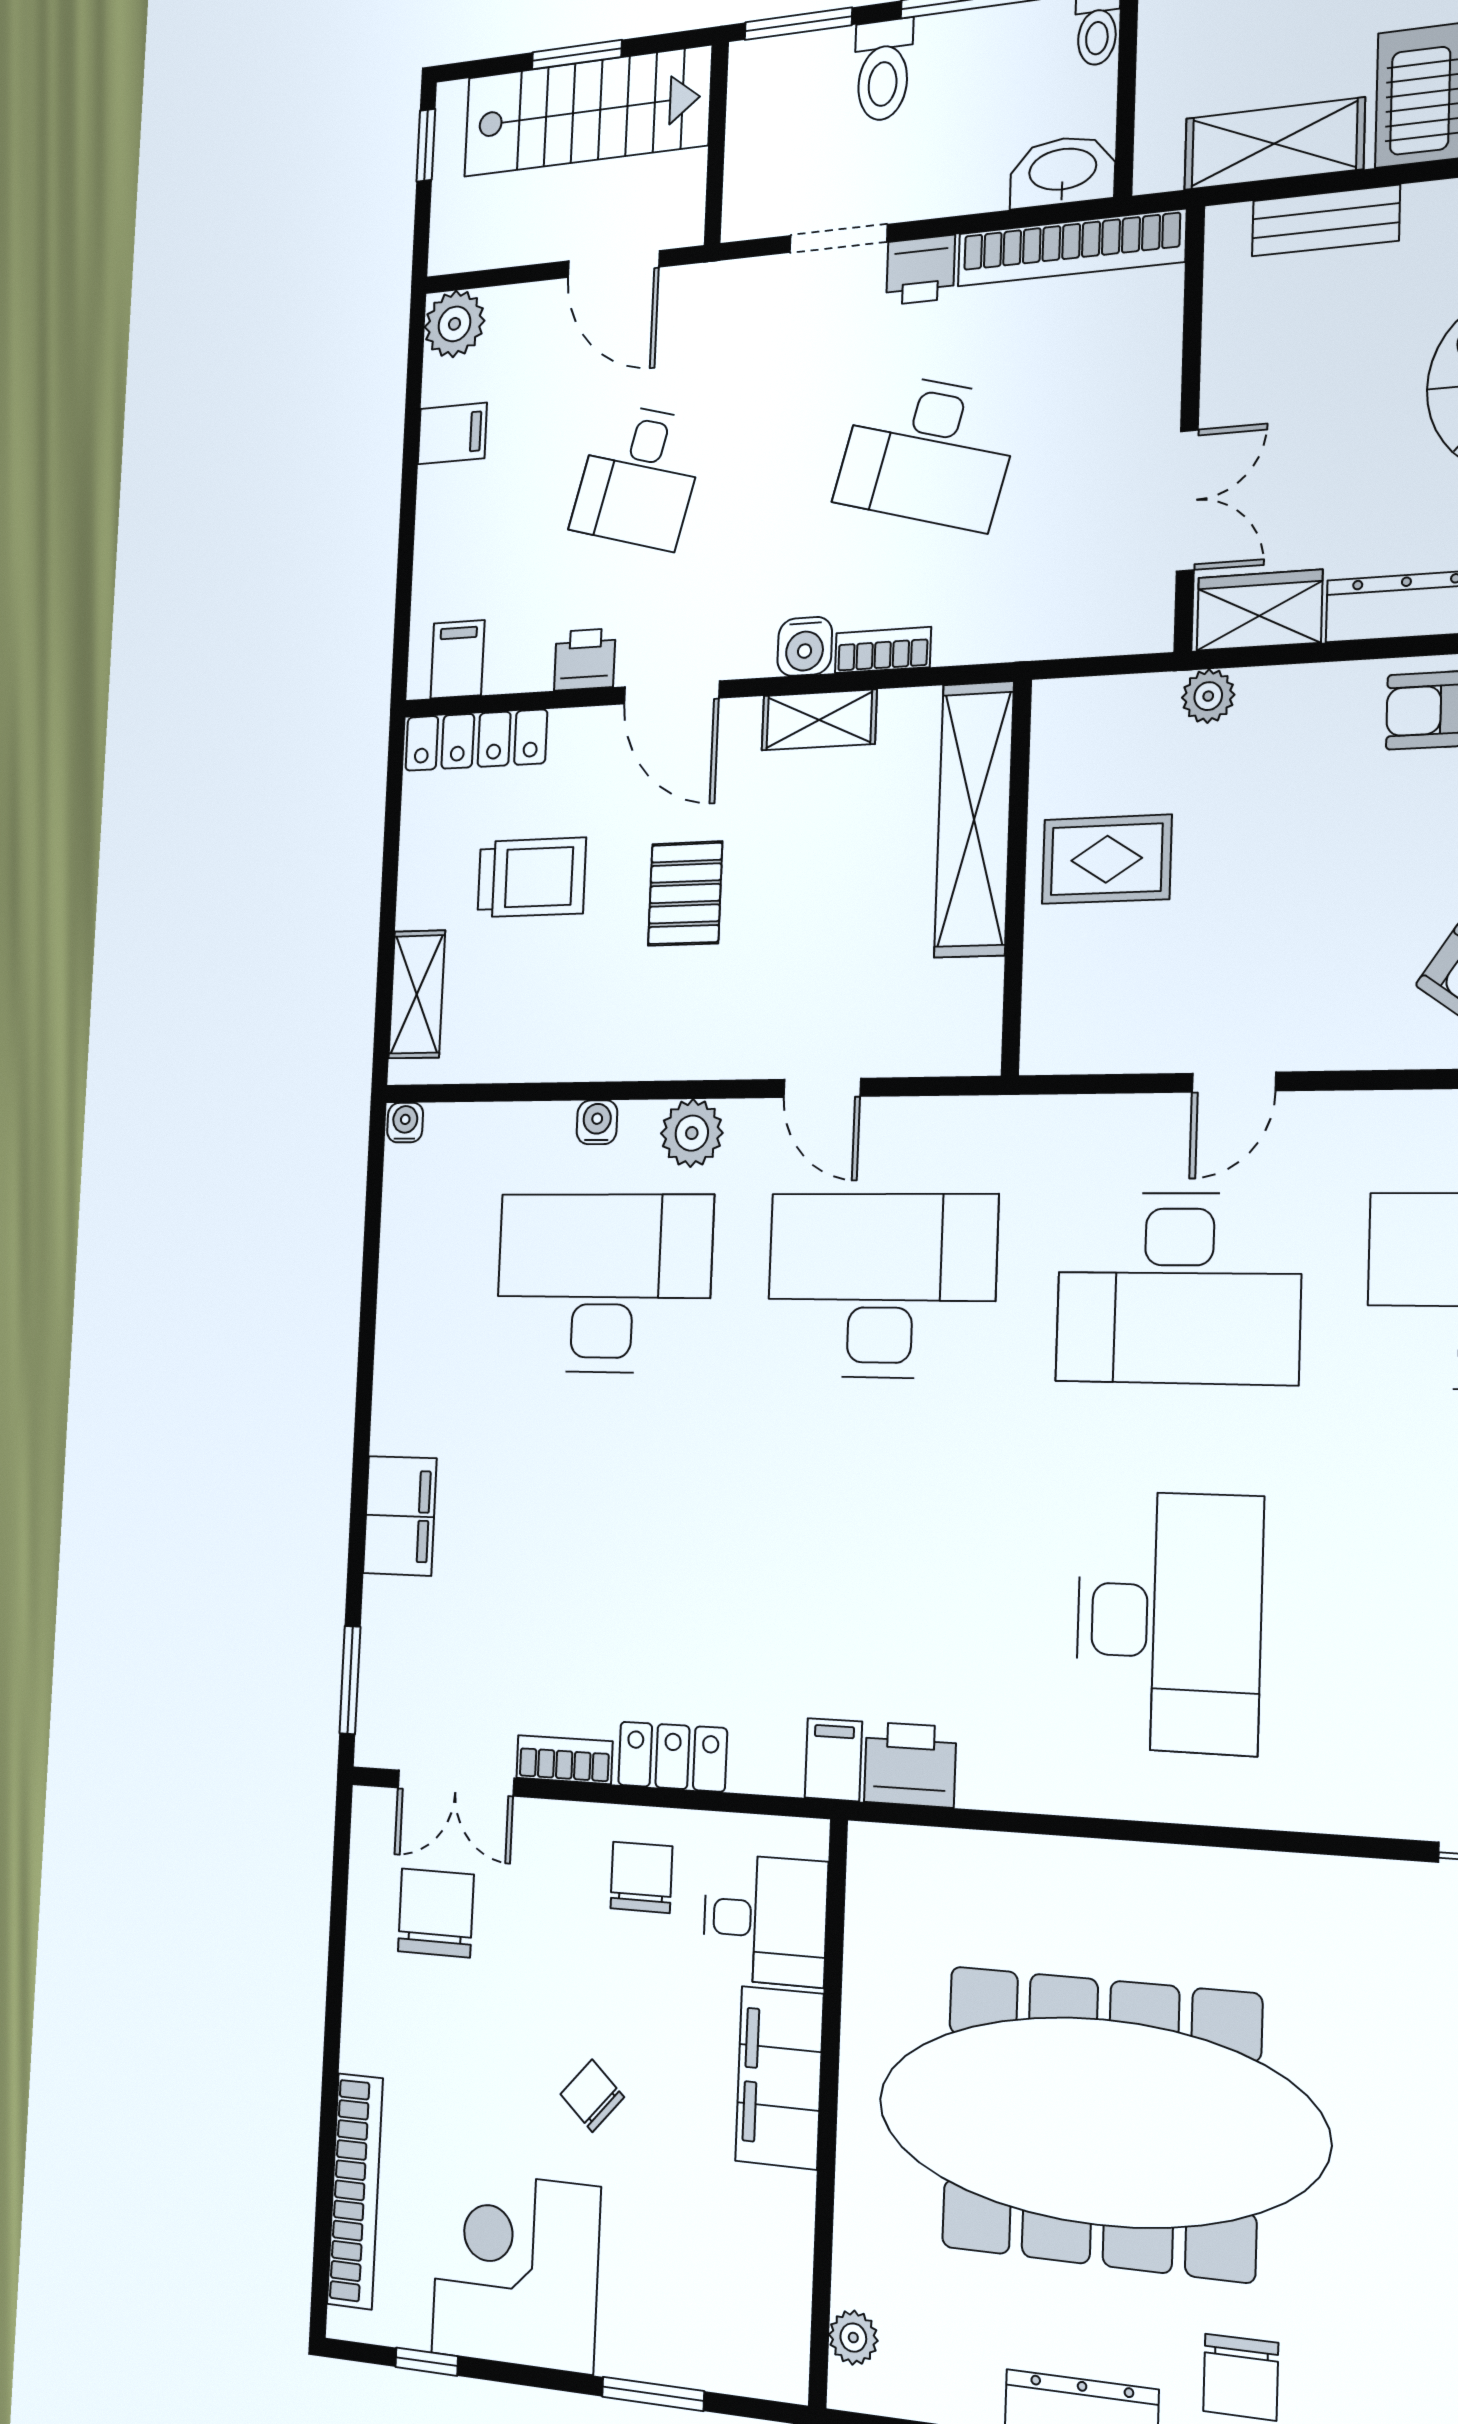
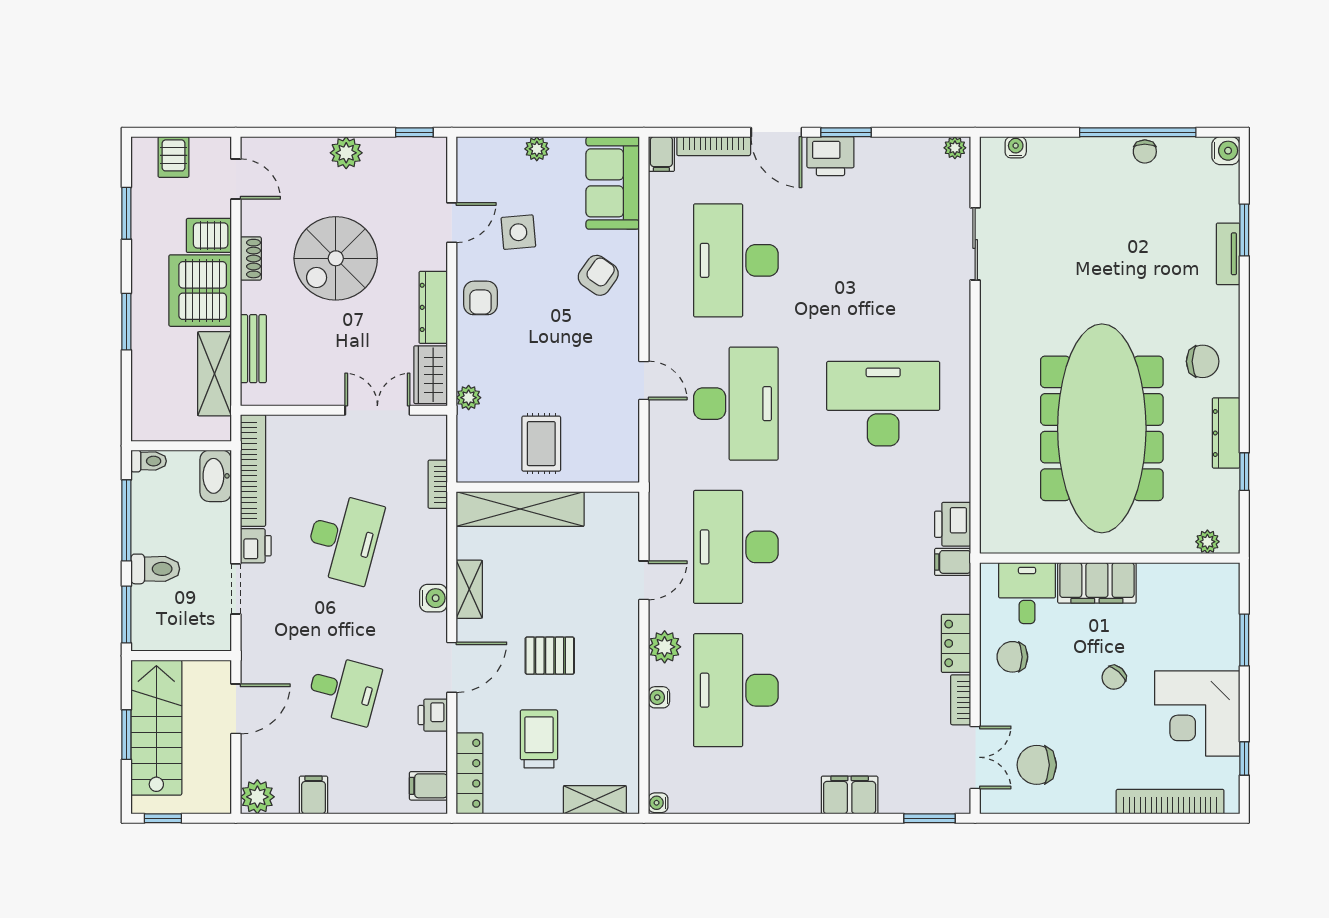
bookcase: (883, 650) -> (438, 484), moved

